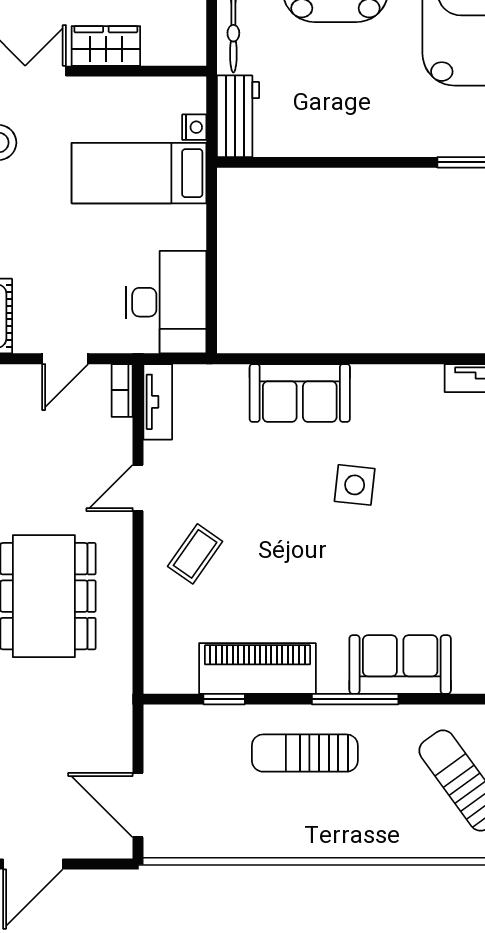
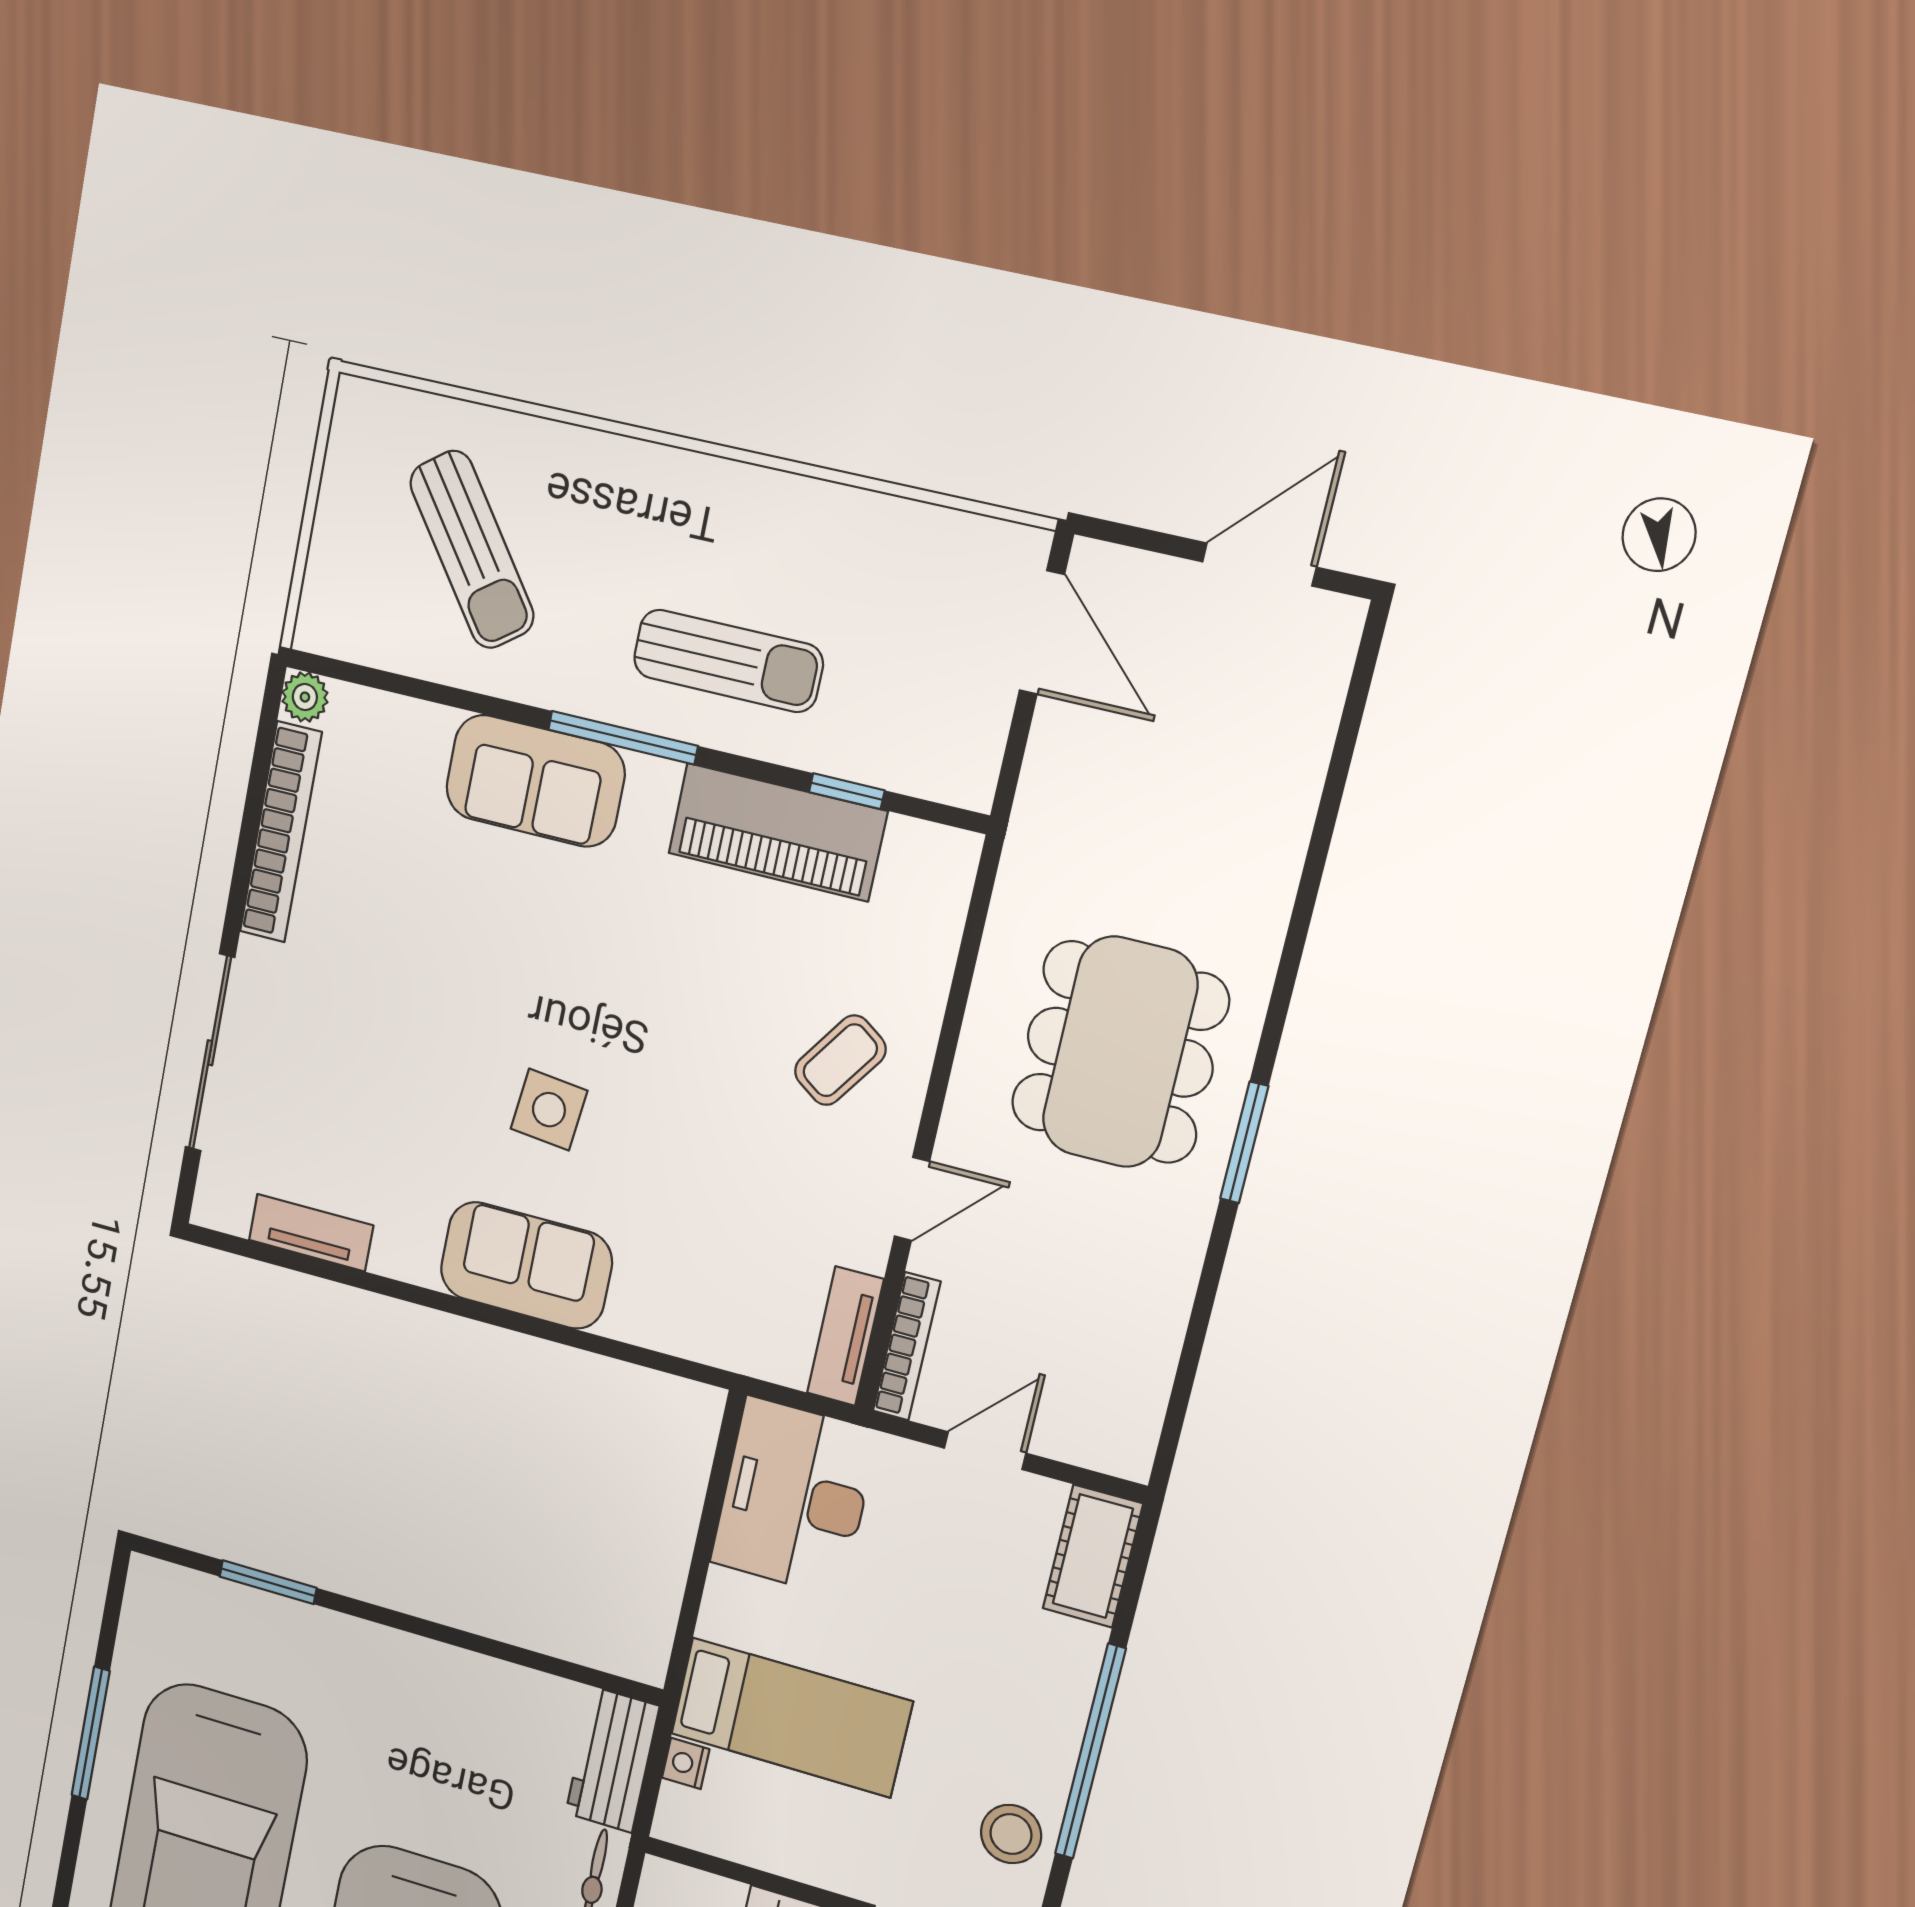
bookcase: (122, 390) -> (907, 1346), width x1.56
sofa: (300, 393) -> (526, 1265), moved

